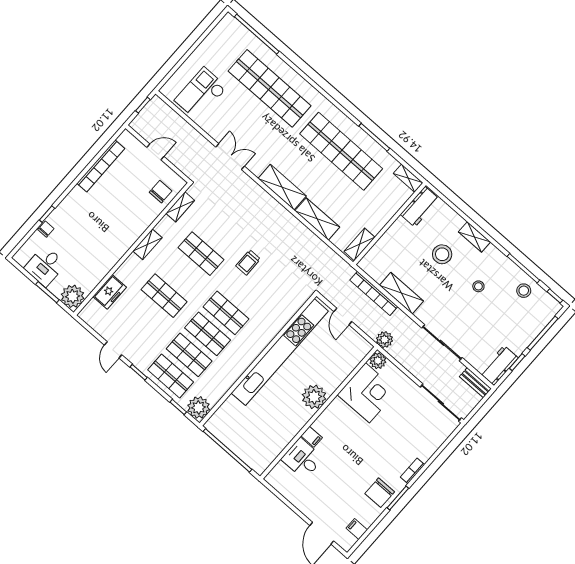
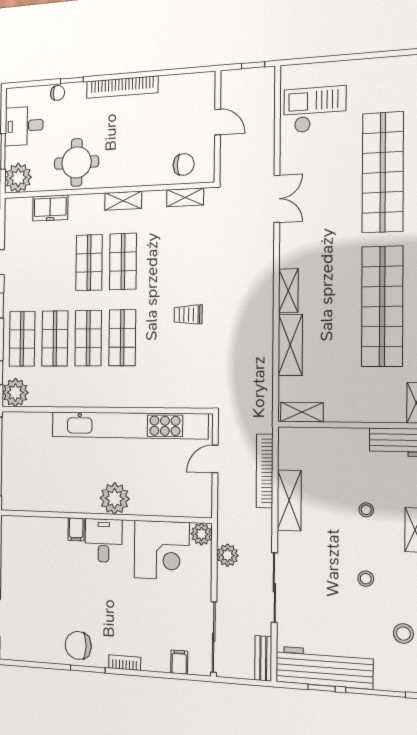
bookcase: (101, 166) -> (122, 87), moved
shelving: (282, 187) -> (288, 291), width x0.67, depth x0.75
round table: (98, 253) -> (77, 162), added
shop shelf: (201, 254) -> (123, 261), moved
stool: (442, 254) -> (366, 510), width x0.53, depth x0.53
plant: (385, 340) -> (228, 555), moved
workbench: (499, 366) -> (324, 668), width x1.88, depth x1.32
desk: (302, 459) -> (104, 540), moved
filing cabinet: (357, 529) -> (179, 662), moved

